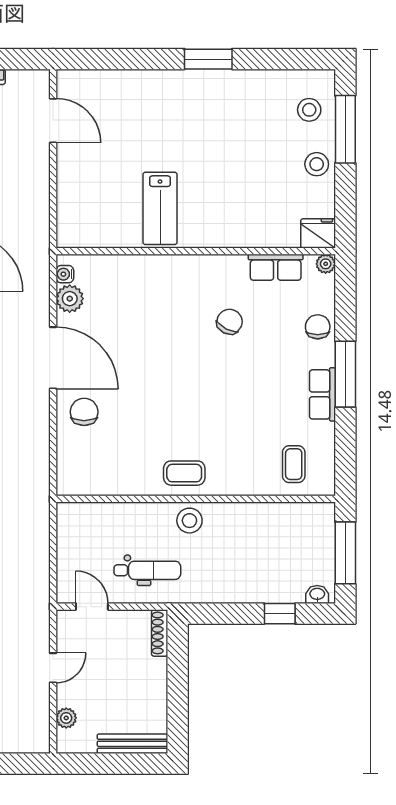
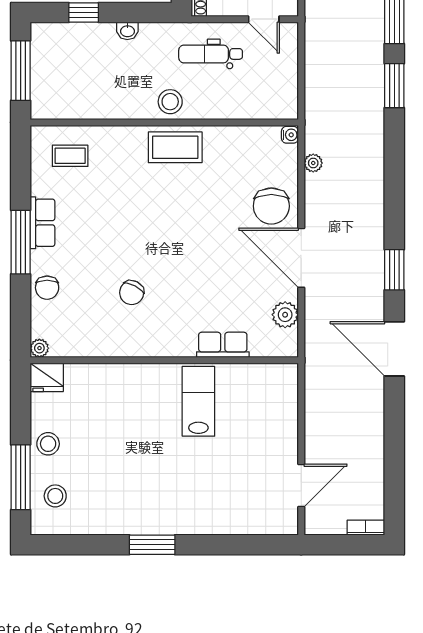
door: (53, 121) -> (301, 486), swing flipped
row of seats: (276, 267) -> (223, 345), moved
water cooler: (65, 274) -> (290, 135), moved
chair: (84, 412) -> (271, 206), width x1.37, depth x1.37
plant: (40, 457) -> (313, 163), added
coffee table: (294, 464) -> (70, 156), turned 90
coffee table: (184, 473) -> (175, 147), width x1.36, depth x1.30
washbasin: (317, 594) -> (127, 31), moved

